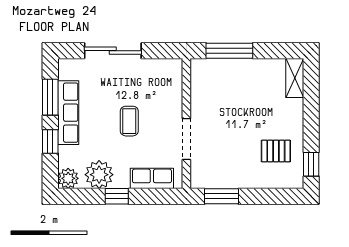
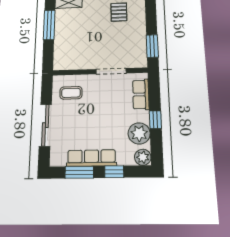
window: (229, 51) -> (49, 25), moved
coffee table: (129, 121) -> (71, 93), moved

